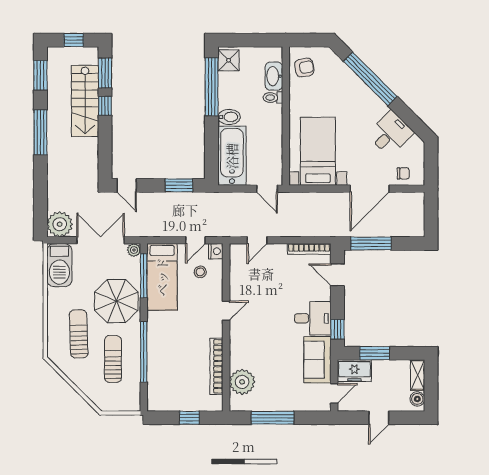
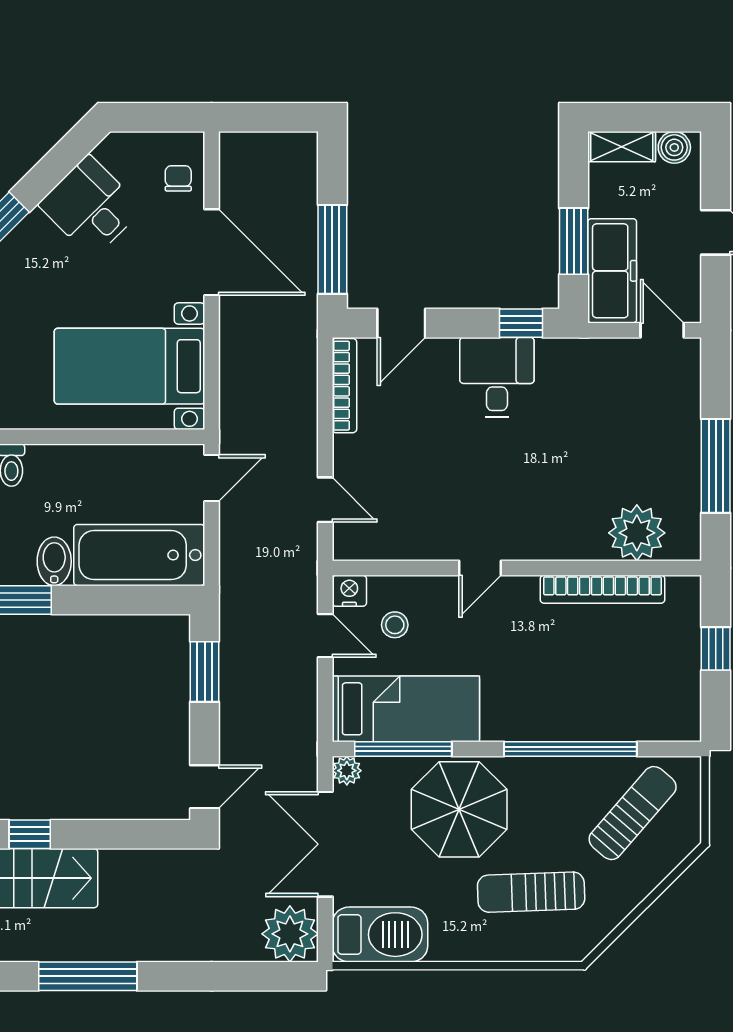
door: (226, 311) -> (480, 568), swing flipped
sun lounger: (113, 359) -> (633, 813), moved, turned 131
sofa: (317, 360) -> (588, 367), removed
freezer: (354, 371) -> (612, 271), width x1.40

